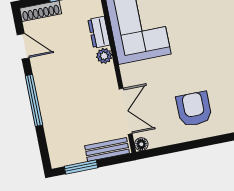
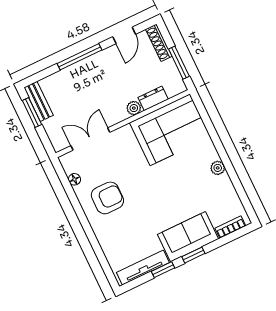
double door: (126, 111) -> (90, 139), swing flipped
floor lamp: (141, 144) -> (74, 179), moved
bench: (107, 149) -> (39, 101), moved

